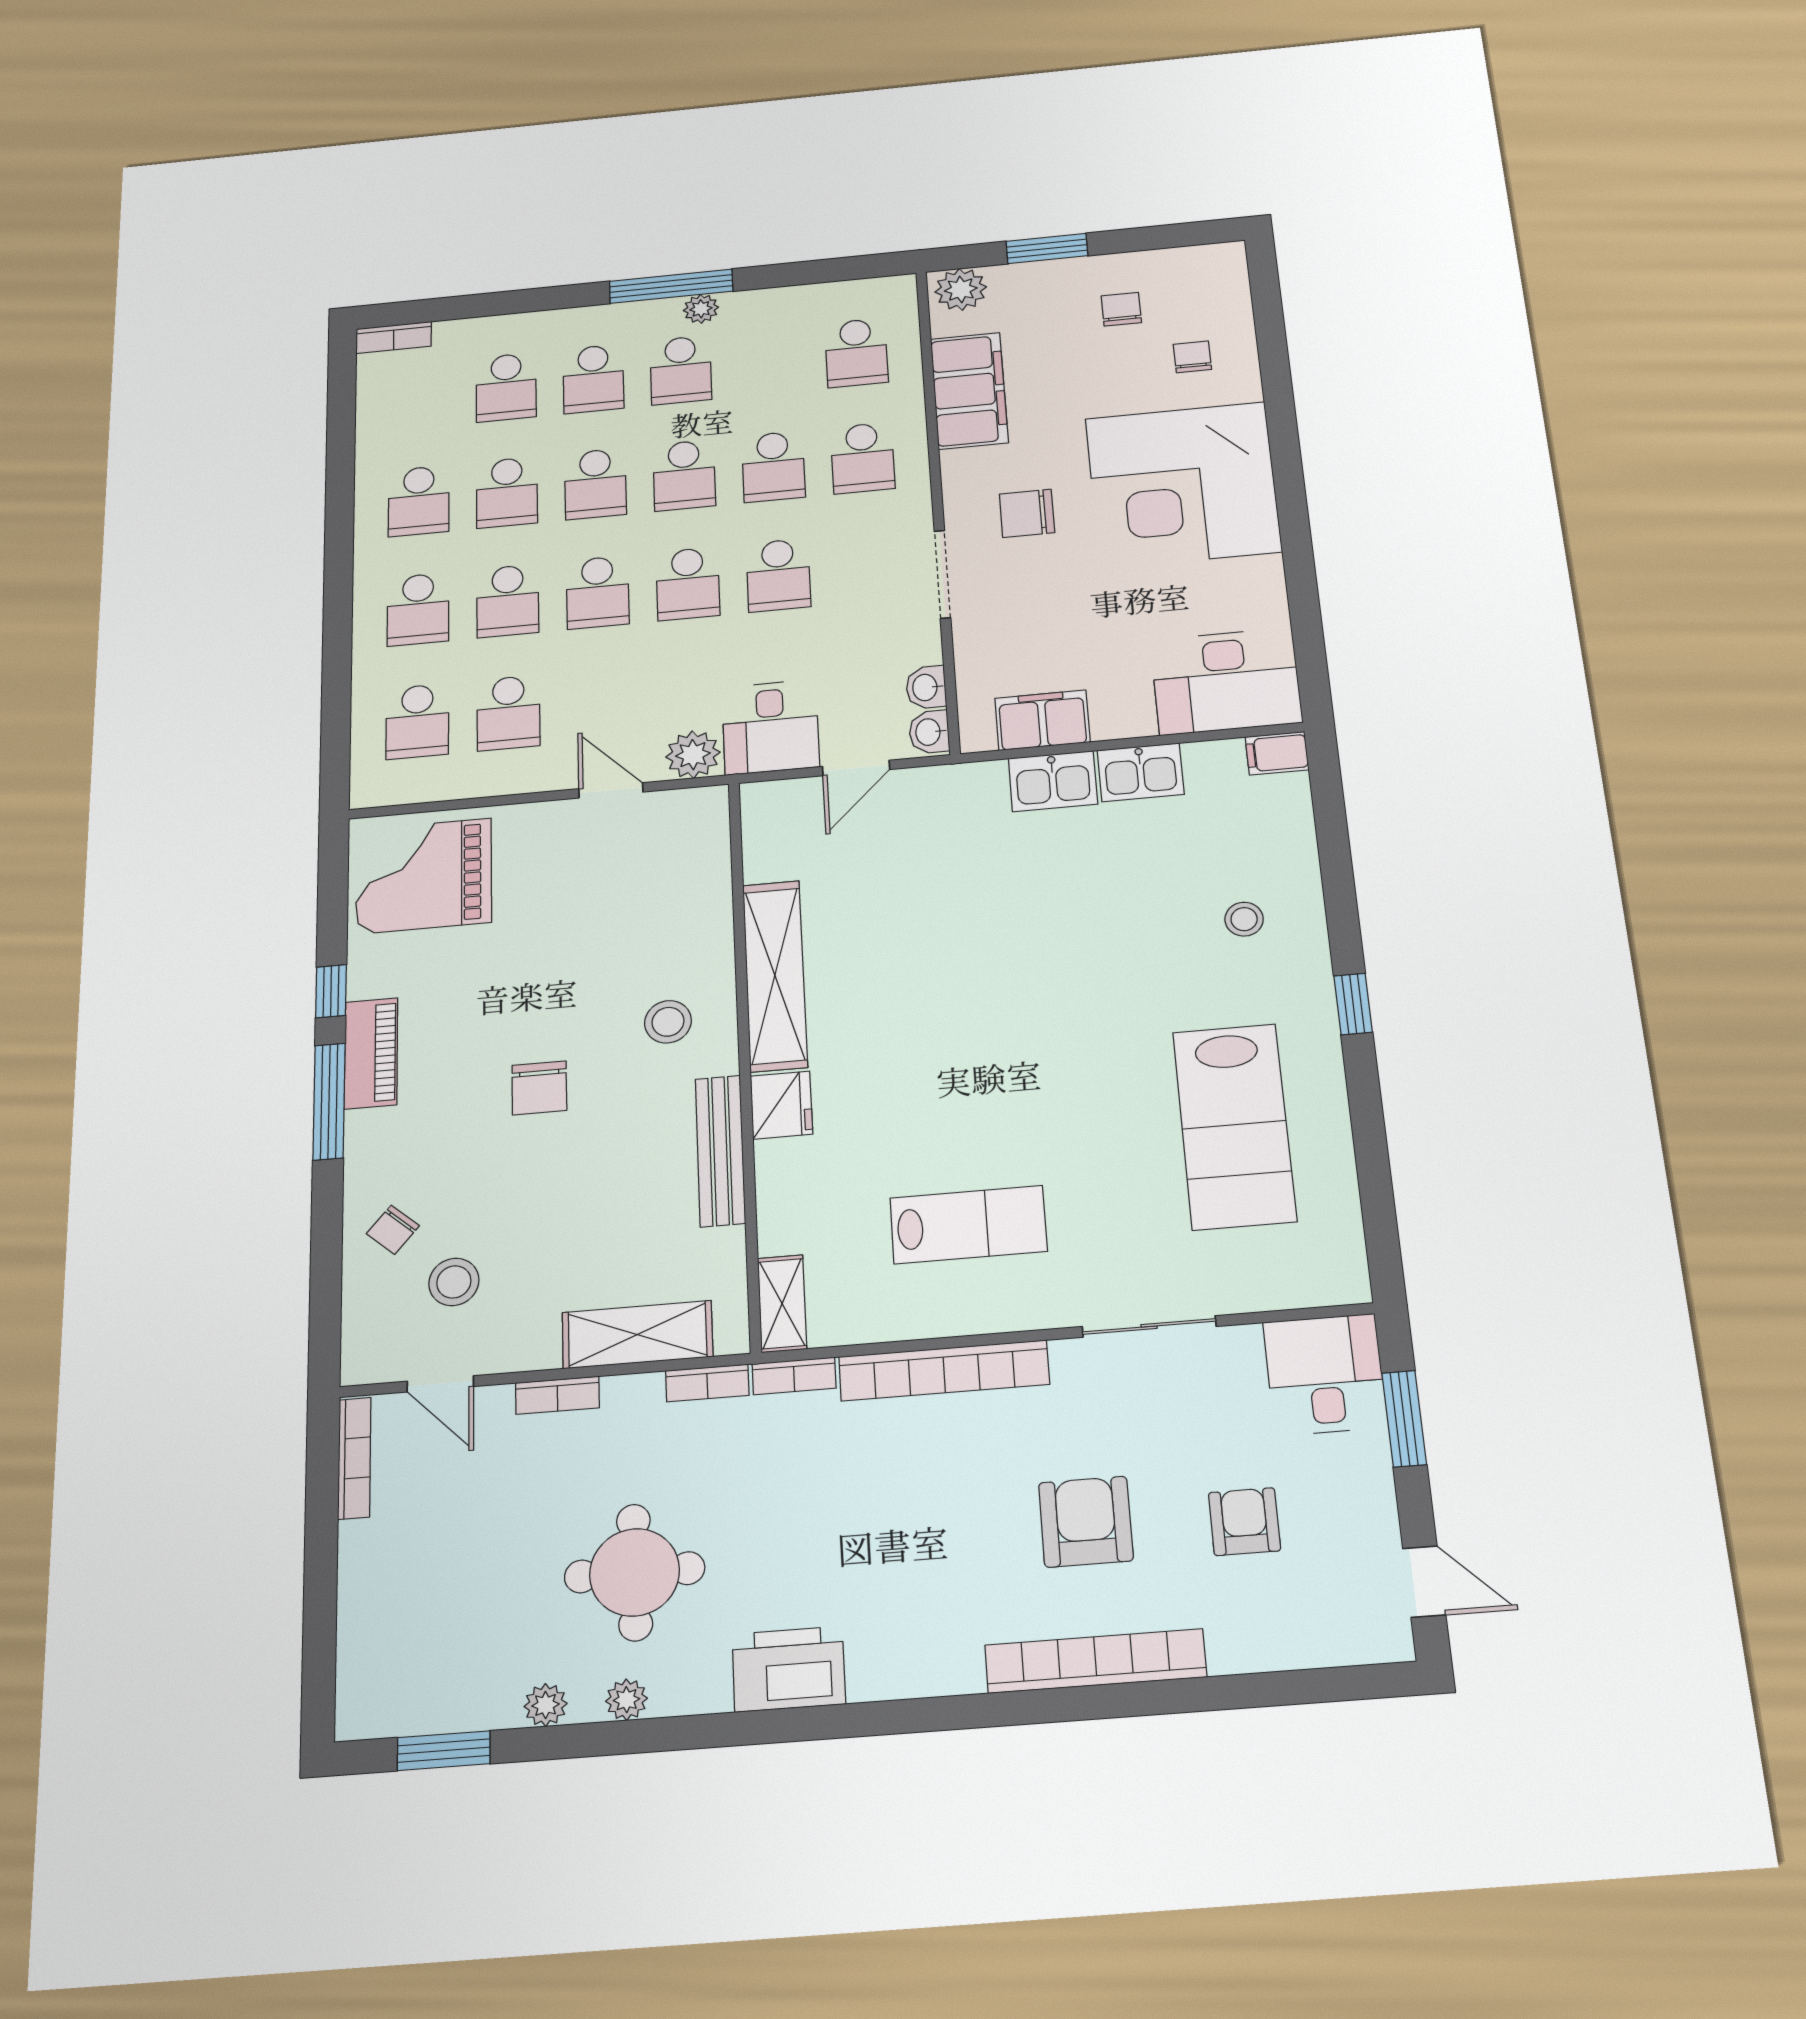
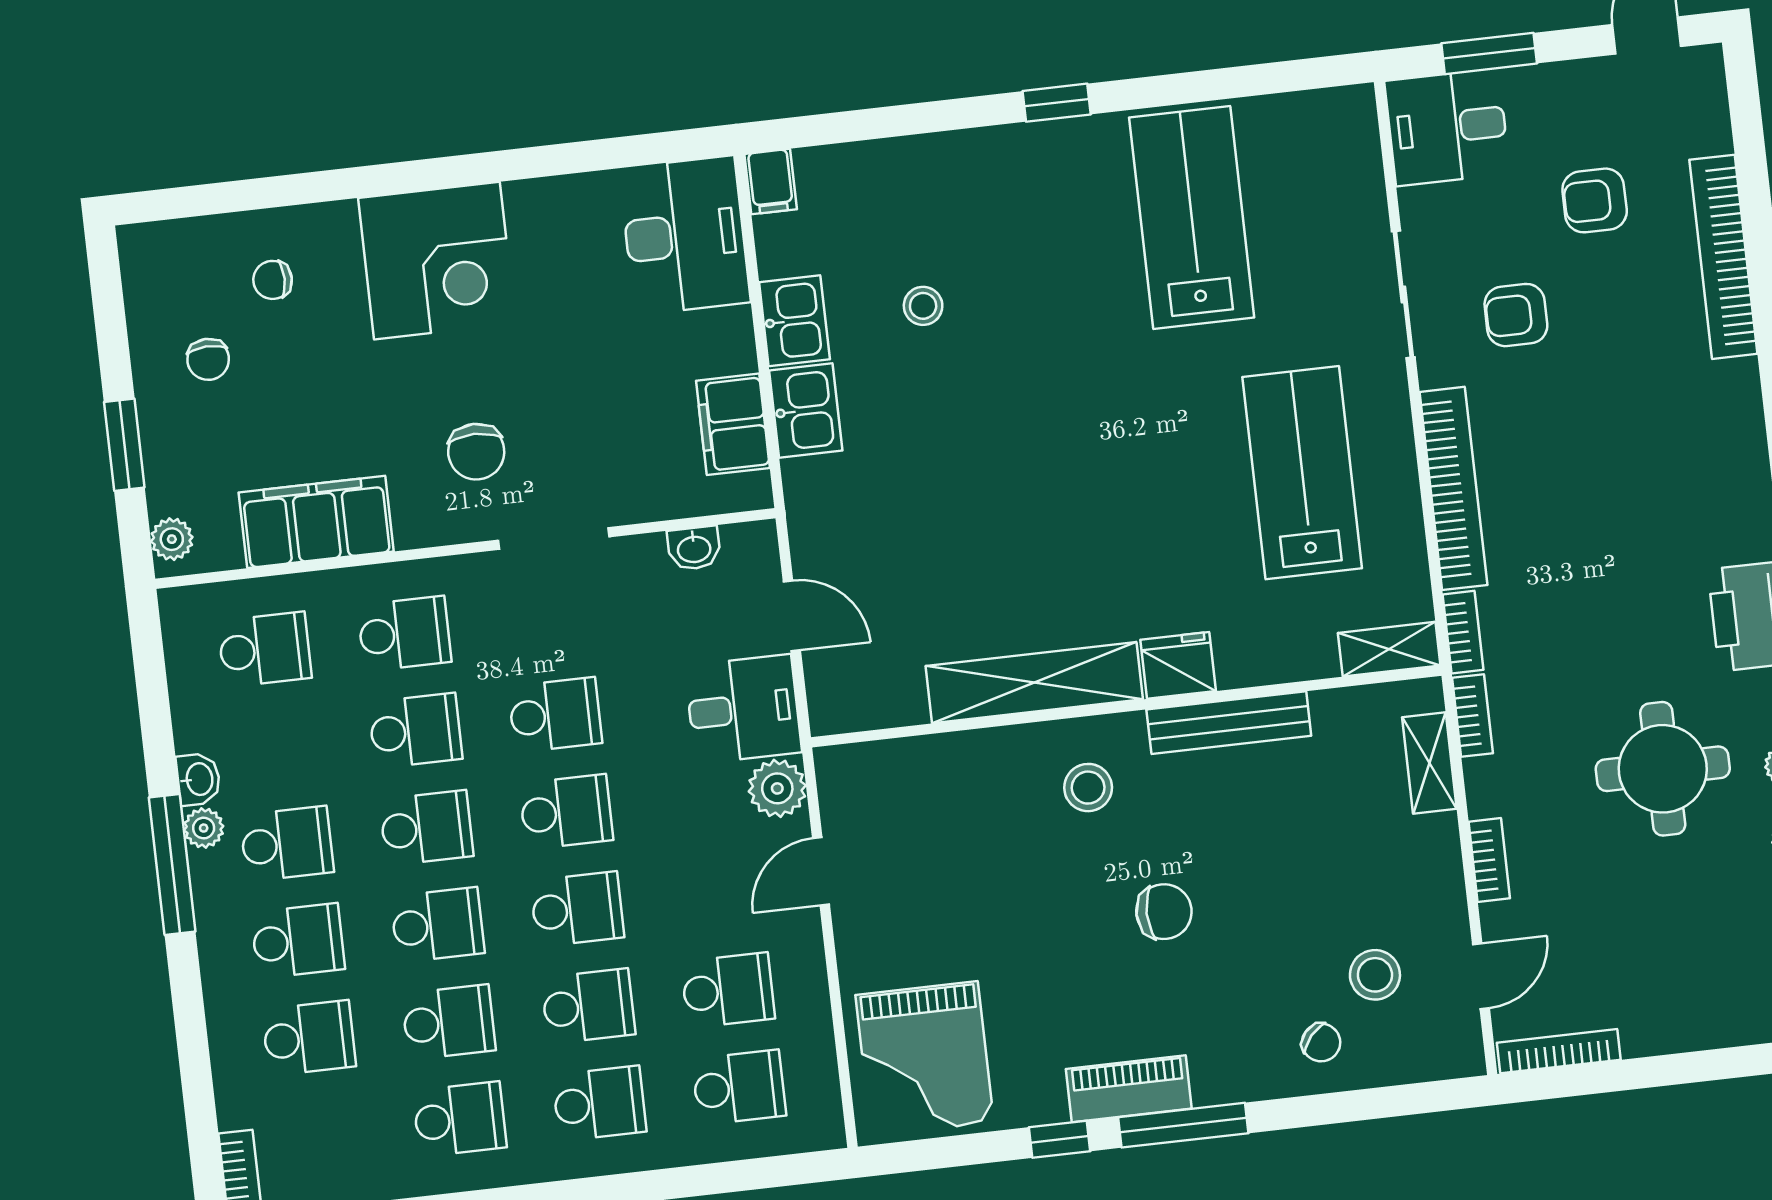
plant: (961, 289) -> (172, 539), width x0.73, depth x0.73
chair: (1121, 309) -> (208, 359), turned -92
corner desk: (1183, 485) -> (437, 261), width x0.74, depth x0.74
washbasin: (929, 732) -> (198, 779), moved, turned -90
stool: (1244, 919) -> (923, 306), moved
lab bench: (1234, 1126) -> (1192, 217), turned -90
lab bench: (968, 1225) -> (1302, 473), width x1.36, depth x1.39
shelving: (637, 1335) -> (1429, 763), width x0.67, depth x0.75
armchair: (1086, 1522) -> (1516, 315), moved, width x0.72, depth x0.72
bookcase: (1096, 1661) -> (1723, 257), moved

